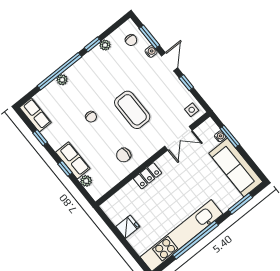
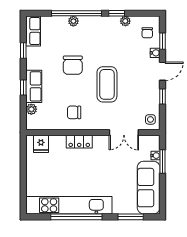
window: (149, 37) -> (163, 41), width x0.67
chair: (91, 117) -> (73, 65), width x1.87, depth x1.87
fridge: (128, 227) -> (41, 144), moved, turned 90

